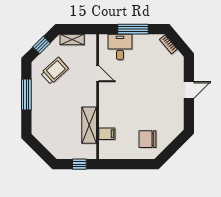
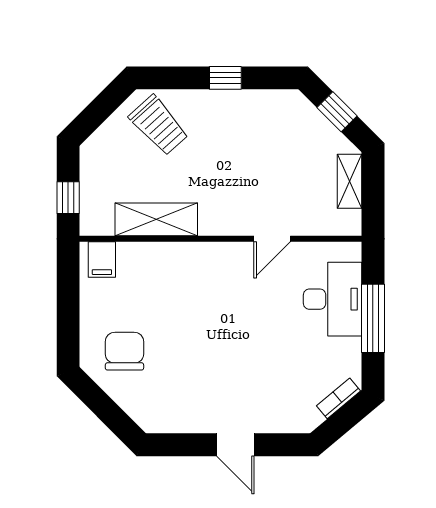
desk: (120, 47) -> (333, 299), width x1.37
trolley: (55, 71) -> (159, 125), moved
window: (26, 94) -> (225, 78), width x0.46
filing cabinet: (107, 134) -> (102, 260), moved

